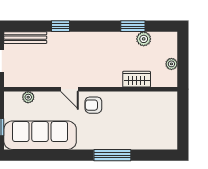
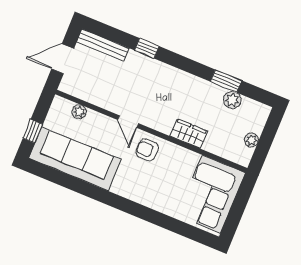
wardrobe: (137, 79) -> (189, 134), moved
corner sofa: (158, 119) -> (211, 194), added
window: (112, 155) -> (145, 213), removed

